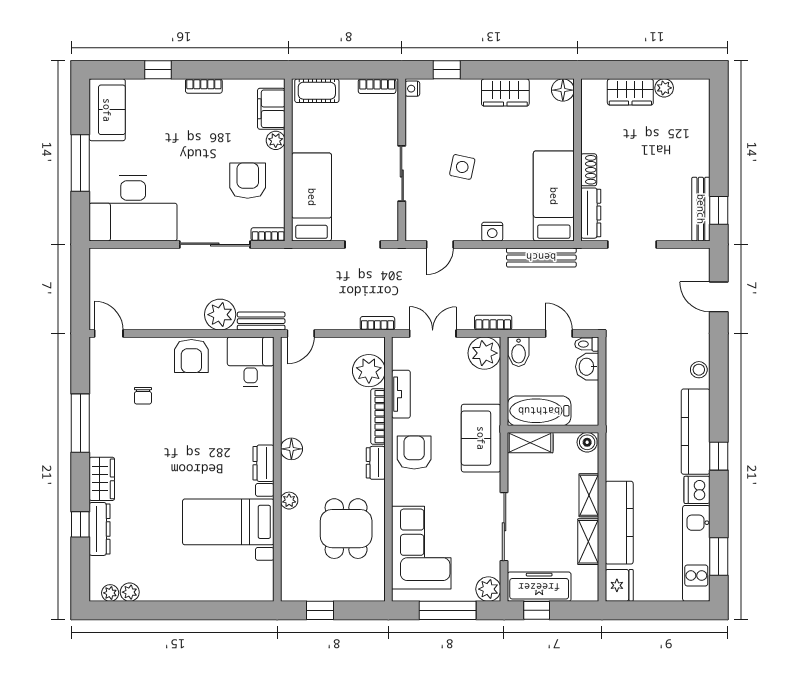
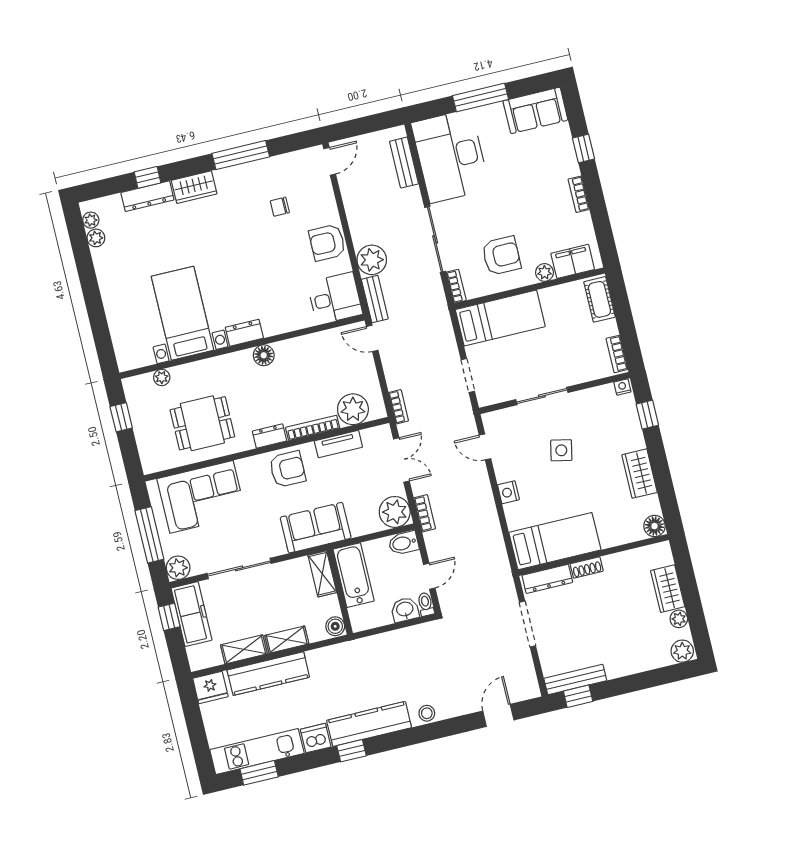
plant: (698, 92) -> (682, 651), added
bench: (541, 257) -> (404, 163), moved, width x0.73
plant: (289, 501) -> (162, 377), moved

